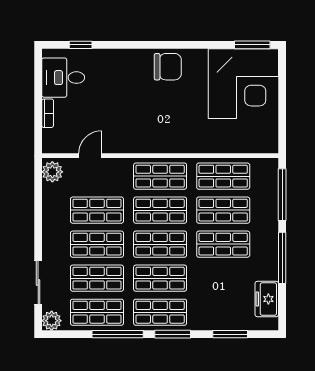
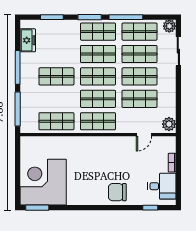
chair: (168, 67) -> (117, 192), moved
shop shelf: (223, 210) -> (56, 99), removed

